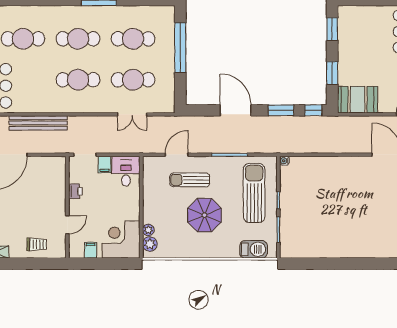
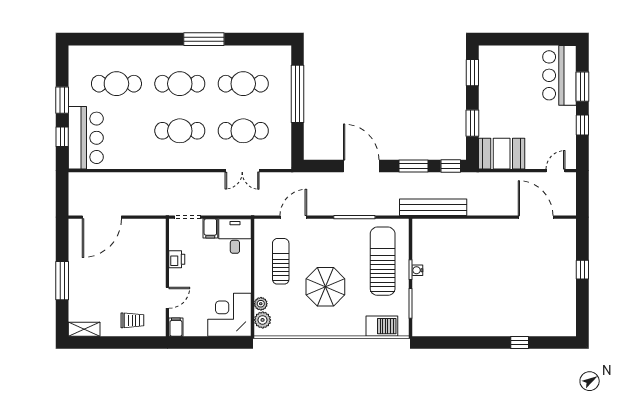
bench: (38, 123) -> (433, 207), moved
water cooler: (284, 161) -> (417, 270), moved
sun lounger: (190, 180) -> (281, 261), moved, turned 90
filing cabinet: (91, 250) -> (176, 327), moved
window: (373, 264) -> (520, 343), added

